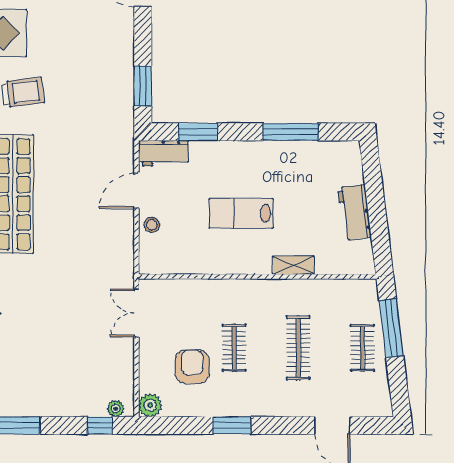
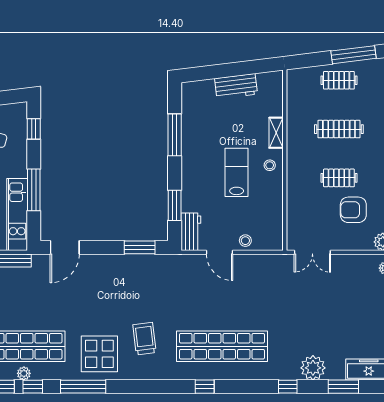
lab bench: (241, 213) -> (237, 172), turned 180
stool: (251, 257) -> (270, 165), added
window: (391, 328) -> (354, 55), moved

